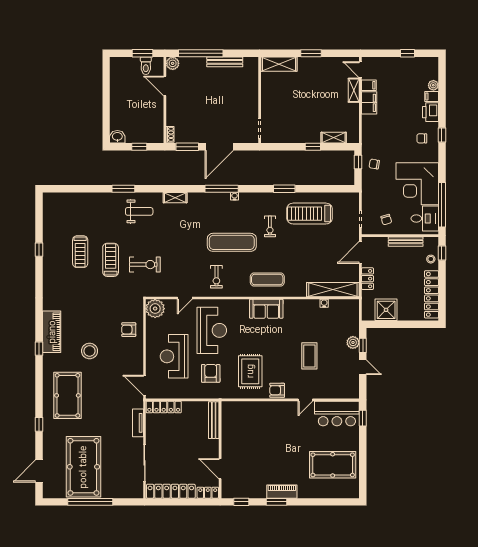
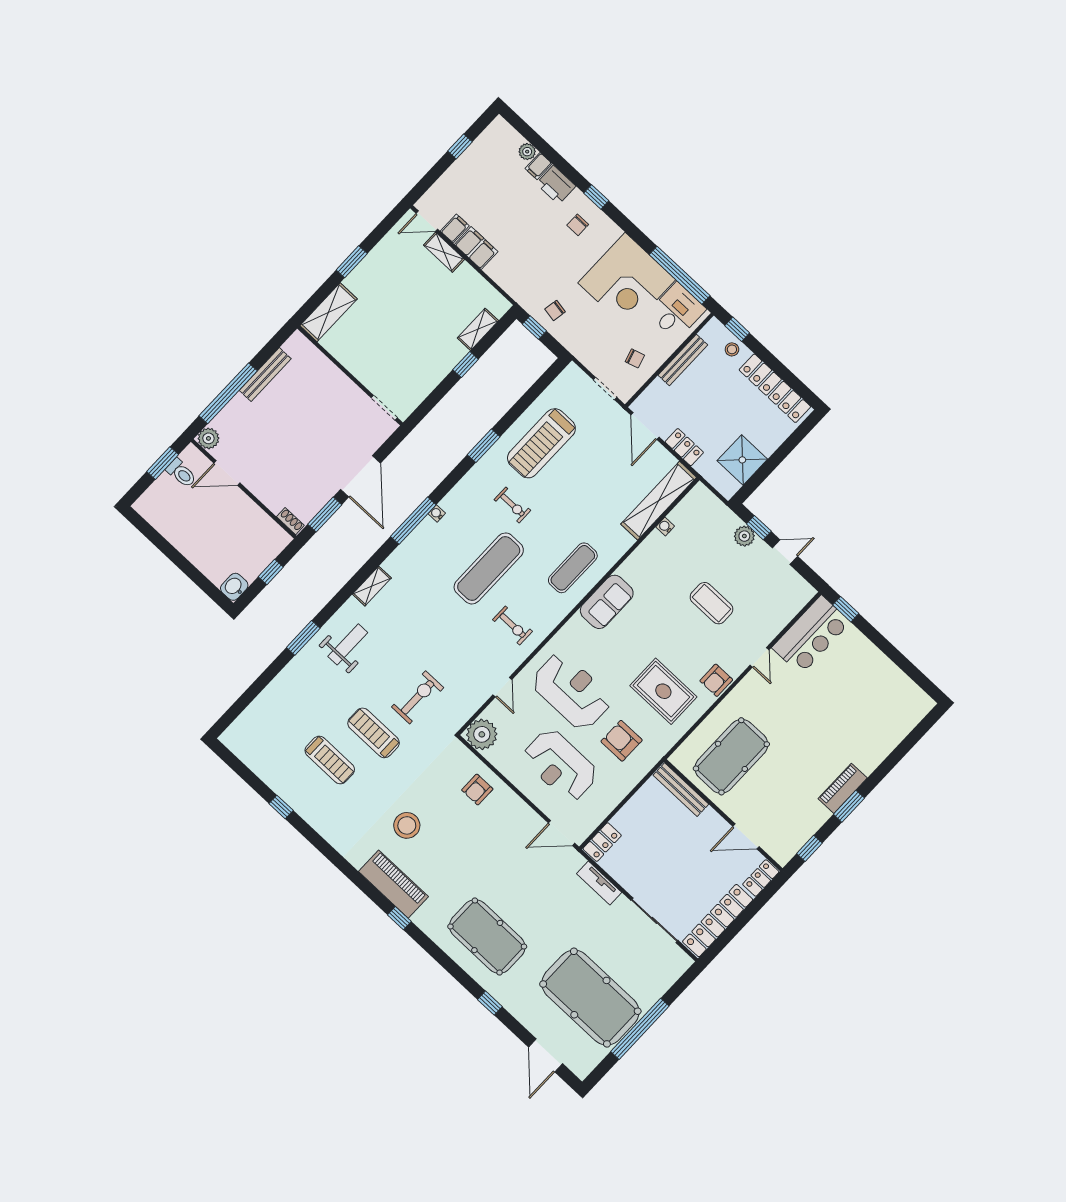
stool: (90, 351) -> (407, 825), moved
locker: (164, 407) -> (602, 842), width x0.66
pool table: (333, 465) -> (731, 756), moved

